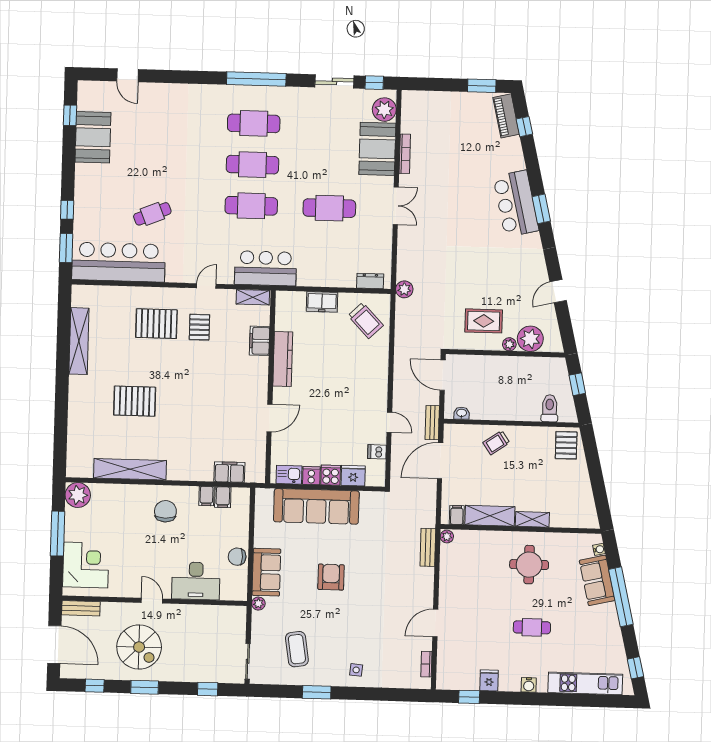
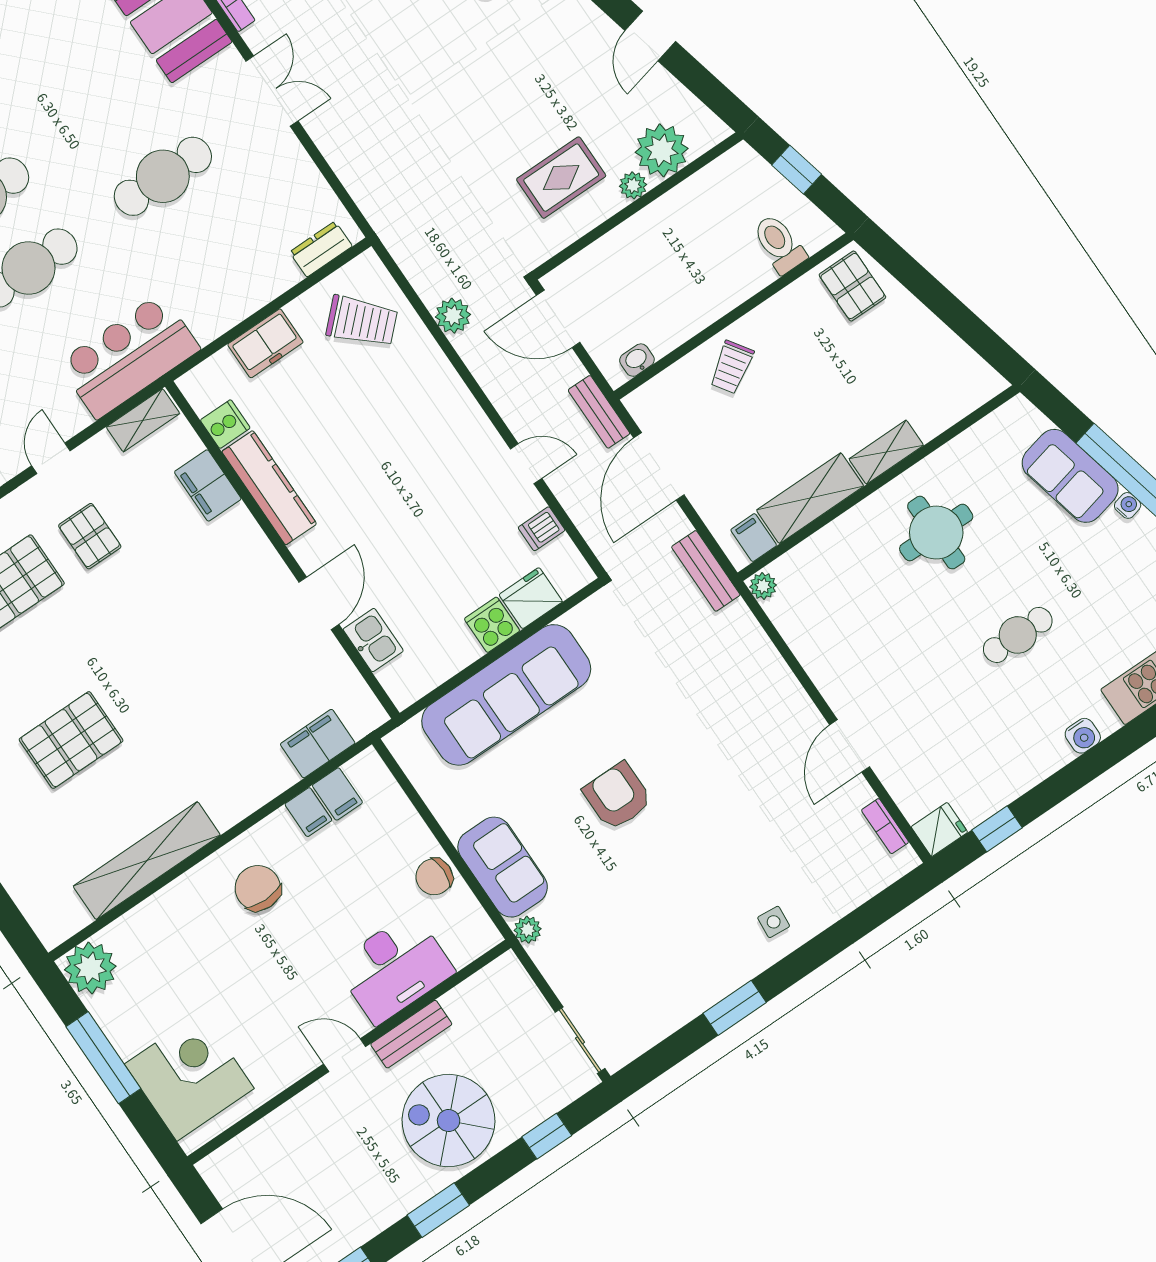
plant: (404, 289) -> (453, 316), moved
kitchen sink: (289, 475) -> (373, 640), moved, turned 90
cooker: (311, 476) -> (225, 424), moved, turned 90
bench: (428, 547) -> (706, 571), moved
water cooler: (599, 549) -> (1128, 505), moved
bench: (81, 608) -> (411, 1034), moved
spiral stairs: (139, 647) -> (449, 1121), moved, turned 180
coffee table: (297, 649) -> (648, 959), removed
fridge: (489, 680) -> (939, 829), moved, turned 90

